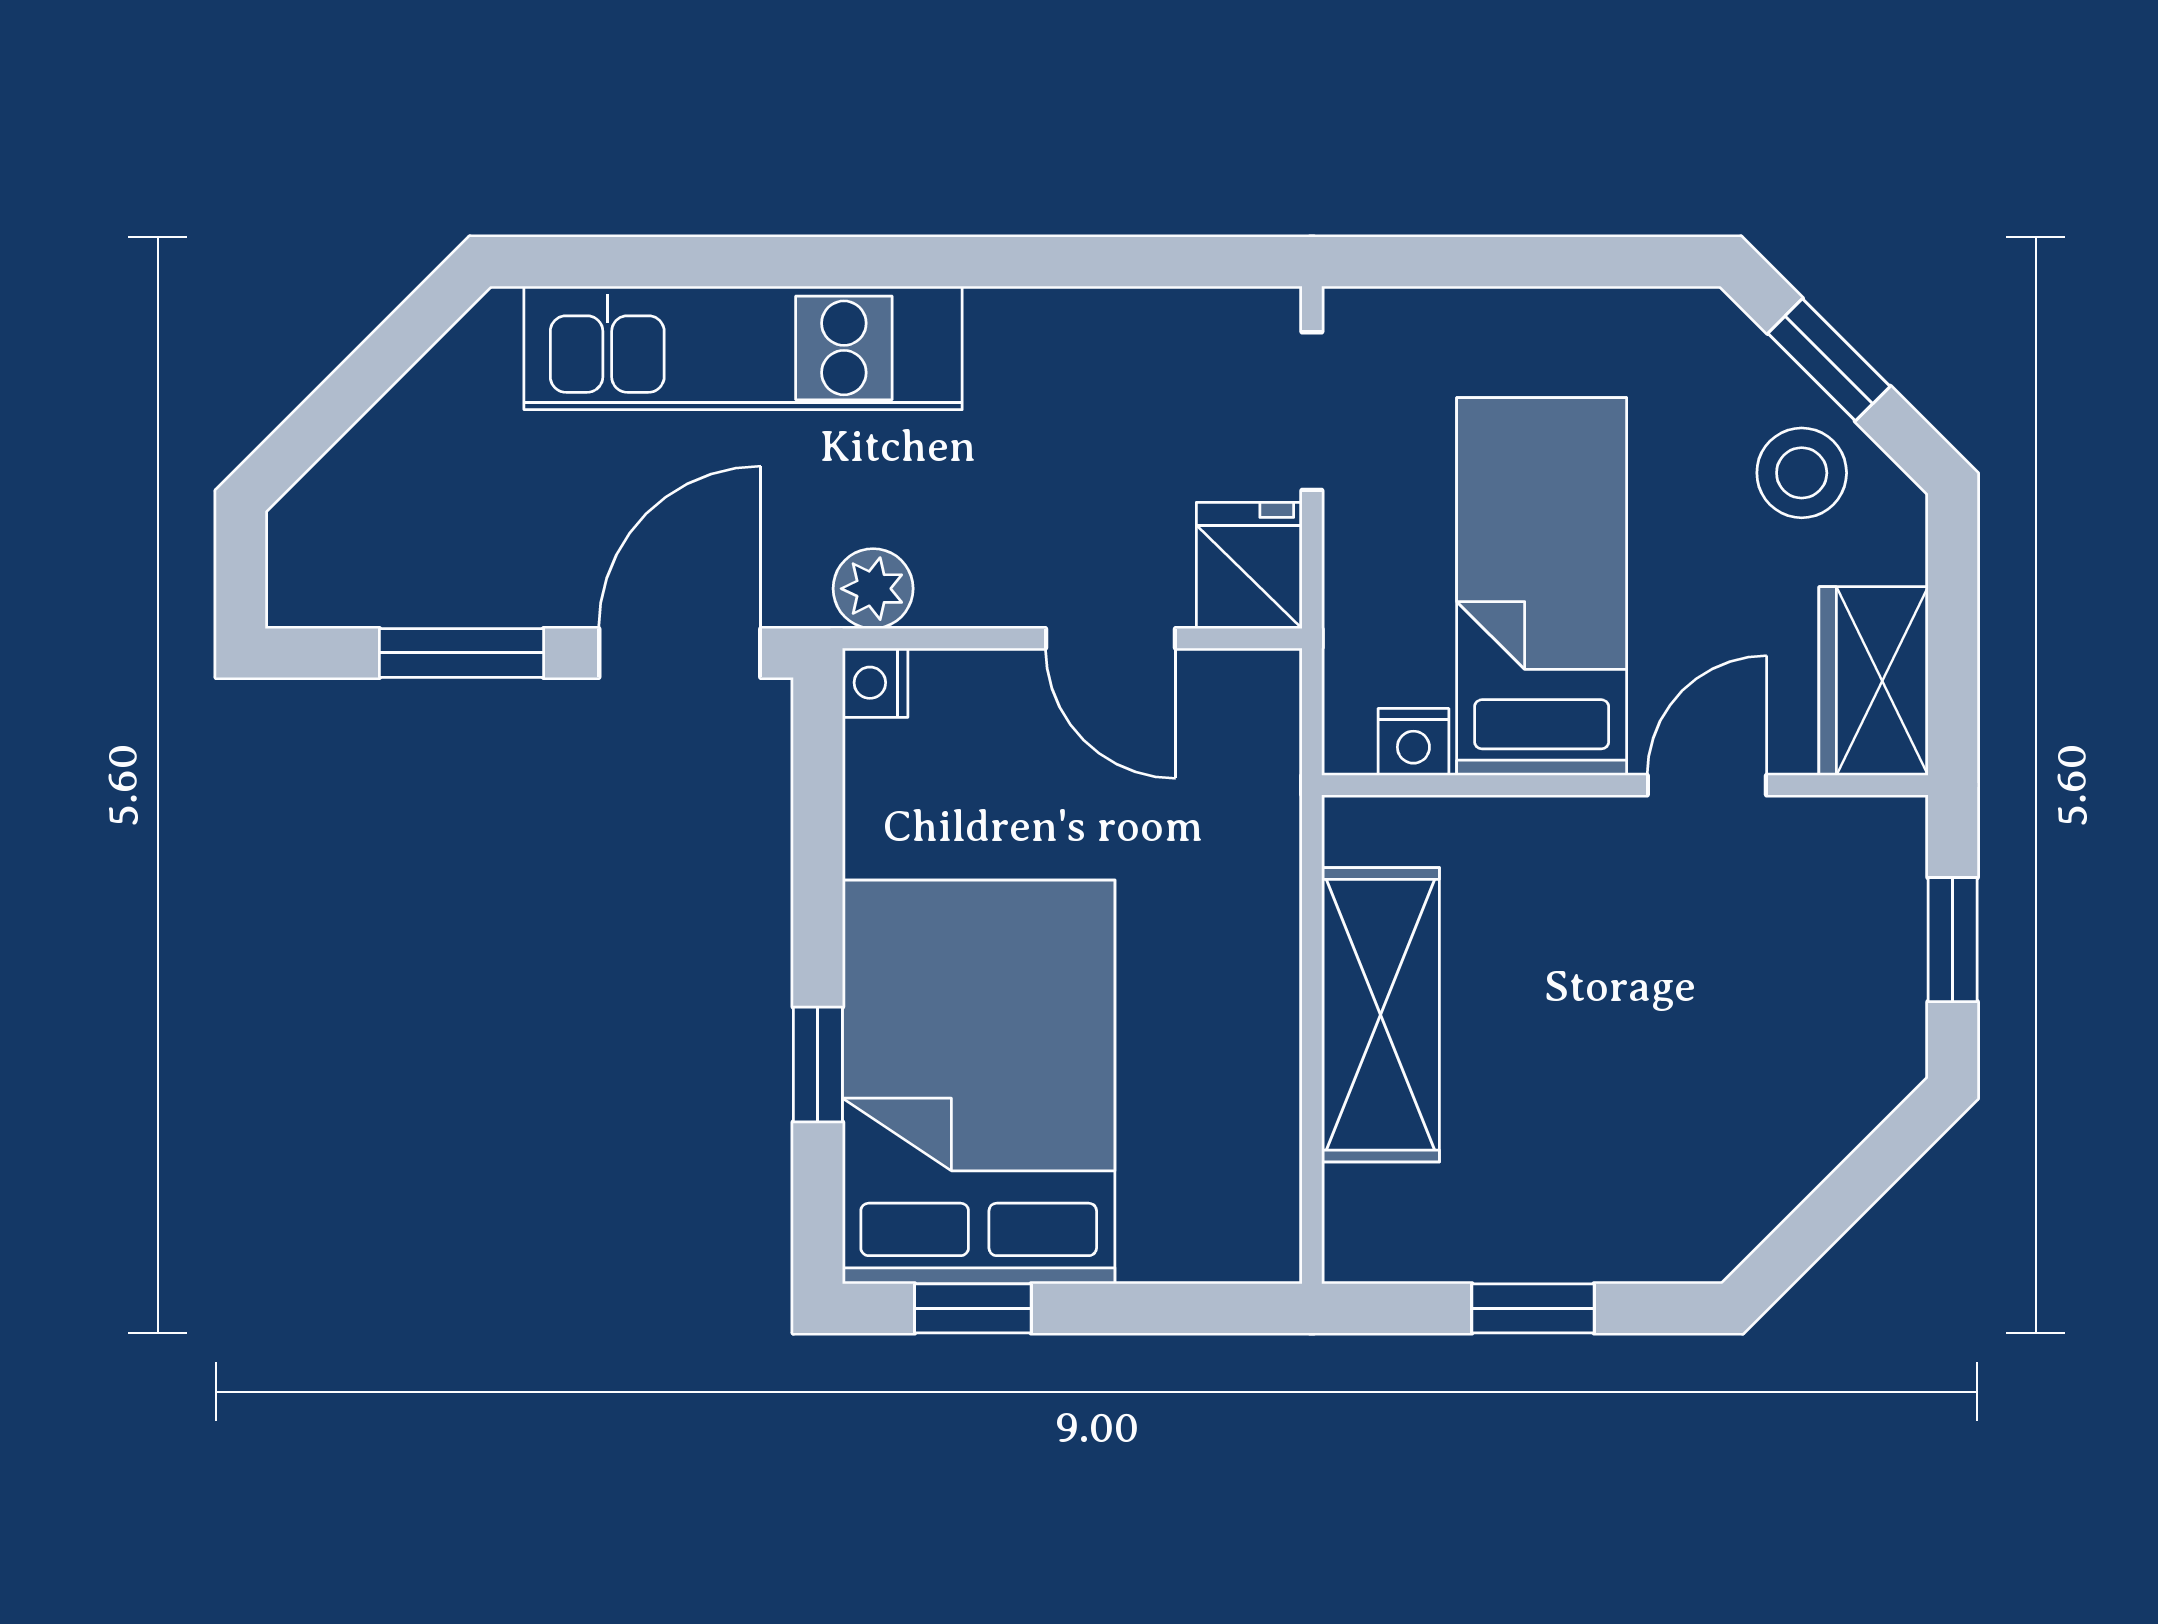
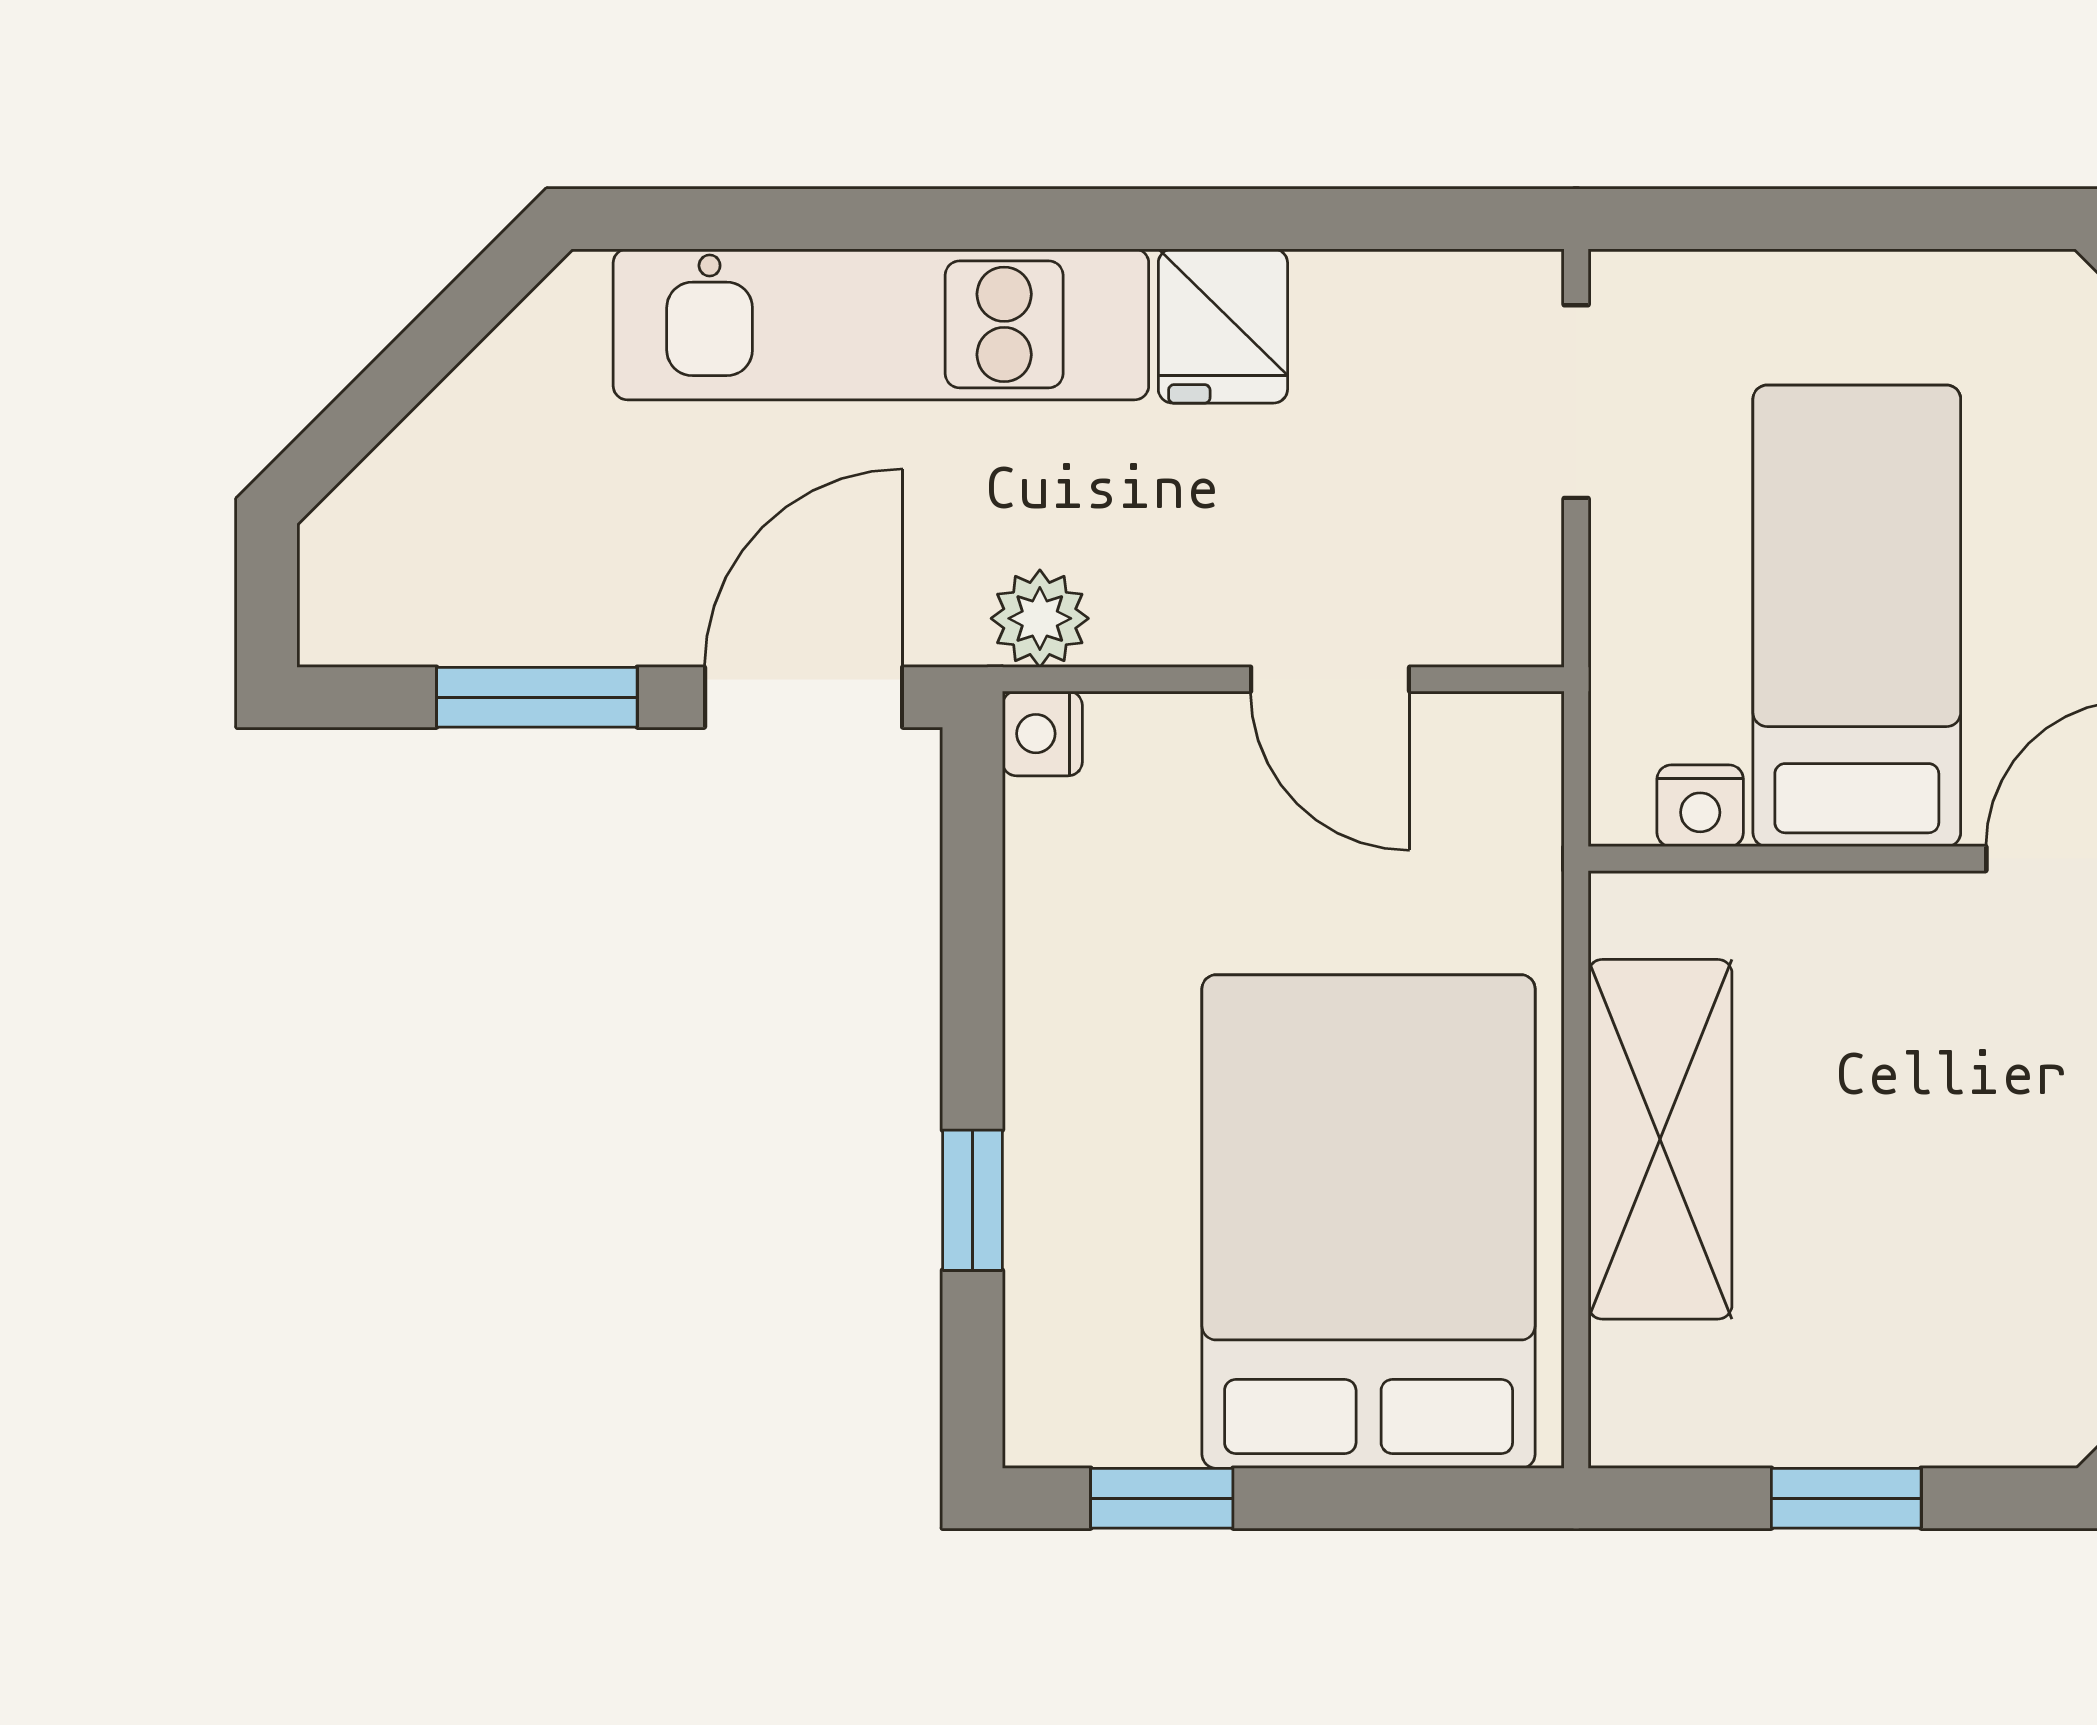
fridge: (1249, 565) -> (1223, 326), moved, turned 180
bed: (979, 1082) -> (1369, 1222), moved

